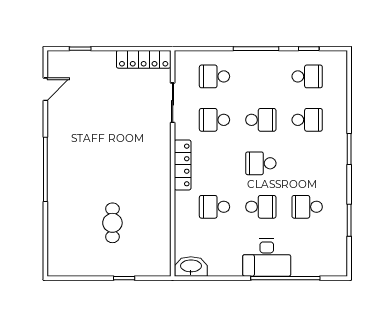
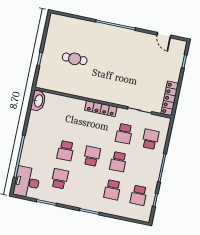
school desk: (214, 120) -> (124, 134), turned 180
school desk: (214, 207) -> (71, 123), removed
desk: (267, 258) -> (27, 182), moved

